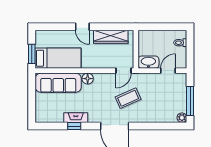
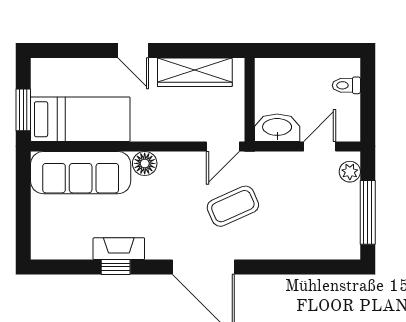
plant: (182, 118) -> (350, 172), moved

